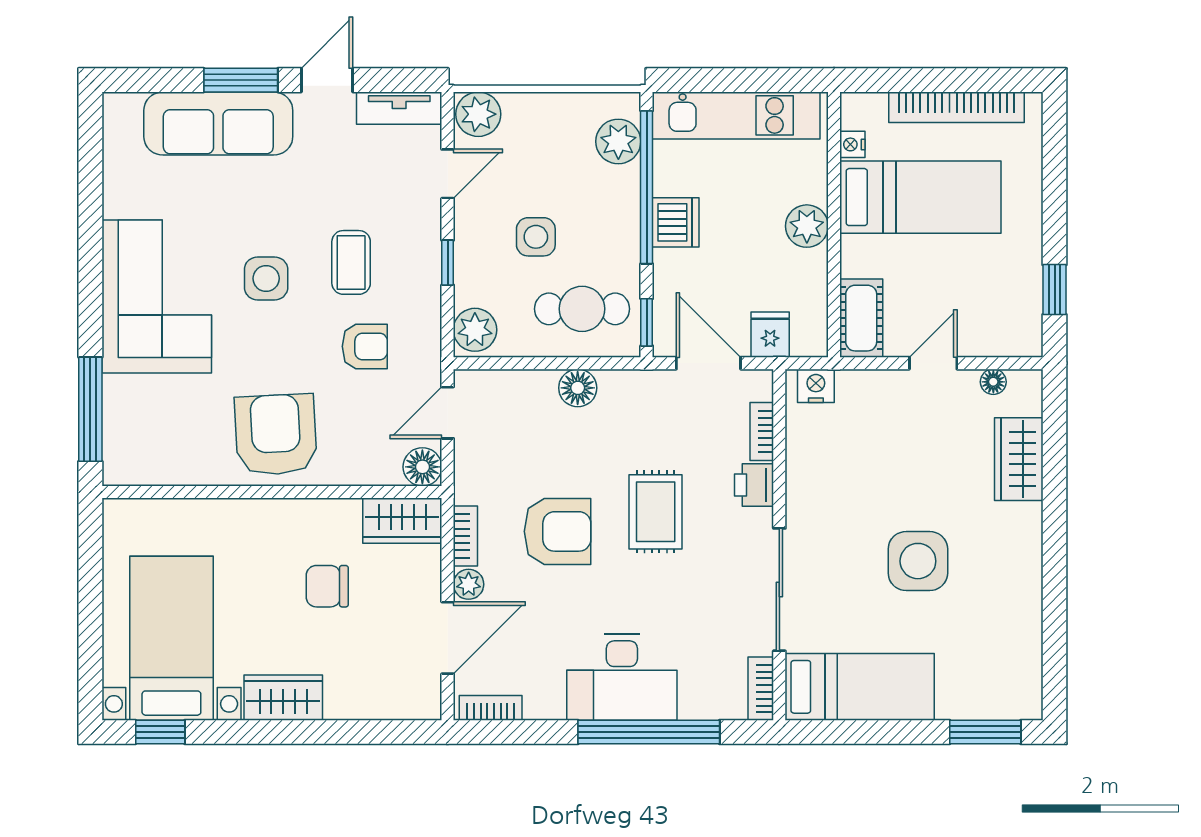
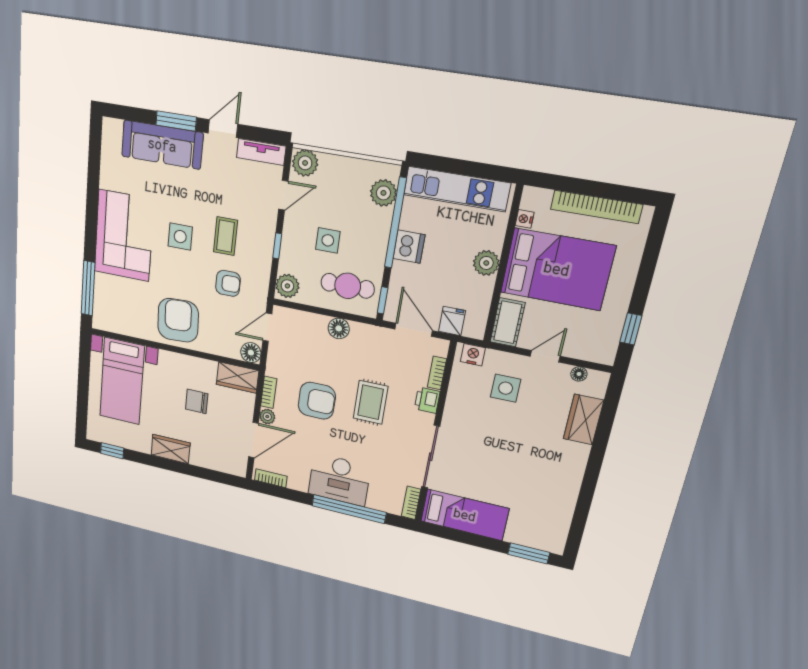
bed: (920, 197) -> (557, 269), width x1.50
side table: (918, 561) -> (506, 388), moved, width x0.73, depth x0.73
bed with nightstands: (171, 638) -> (122, 381), moved, turned 180

